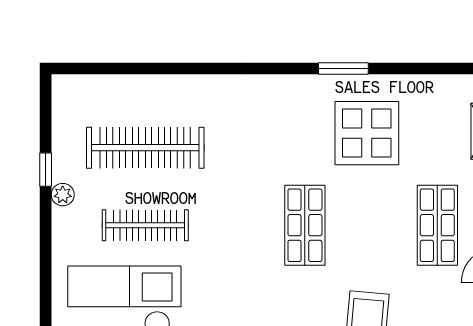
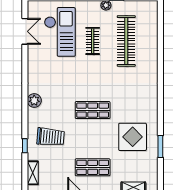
window: (343, 69) -> (160, 146), moved
clothes rail: (145, 225) -> (93, 41), width x0.73

